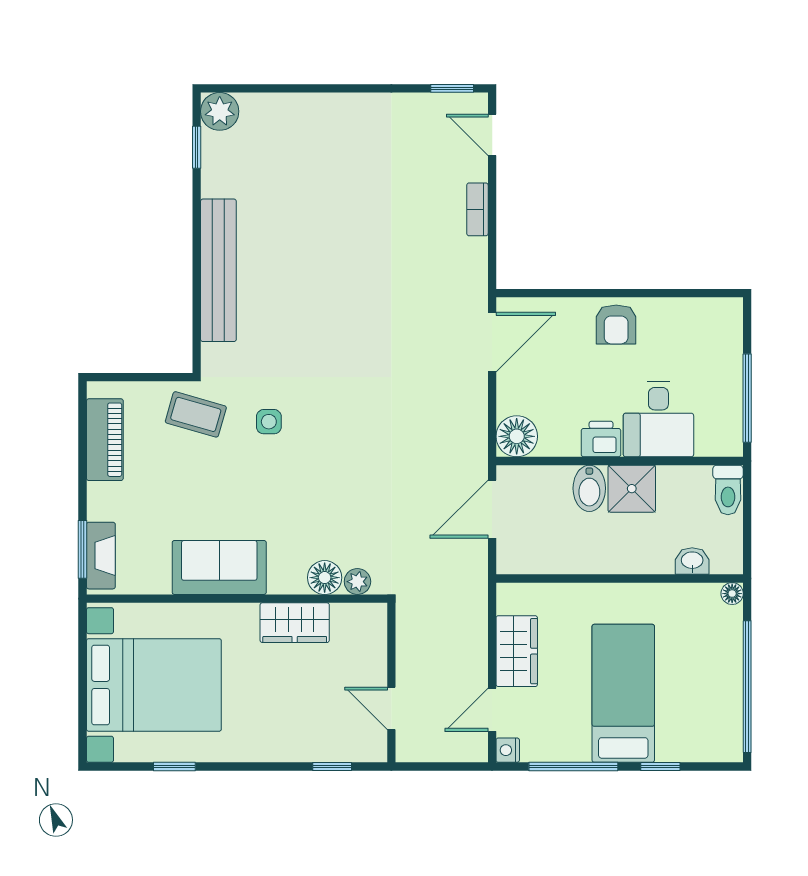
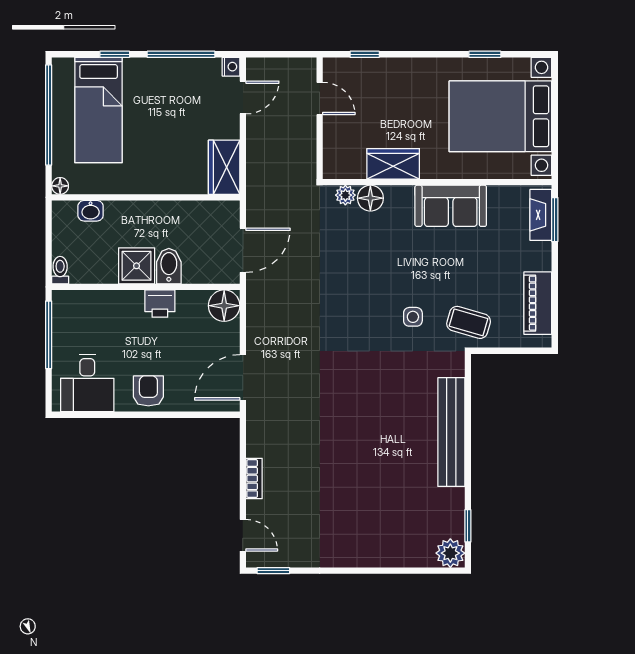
desk: (658, 419) -> (87, 383), moved, turned 180
toilet: (728, 490) -> (60, 270), width x0.73, depth x0.72
wardrobe: (517, 651) -> (224, 167), moved
bed: (623, 693) -> (99, 110), moved

